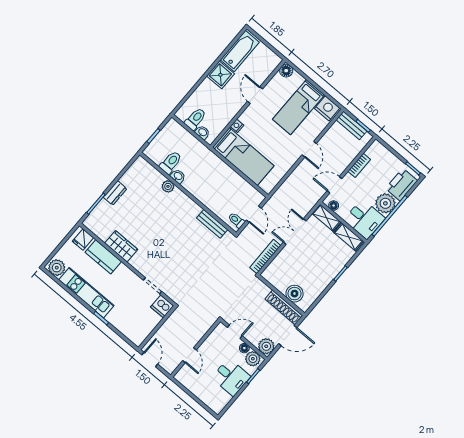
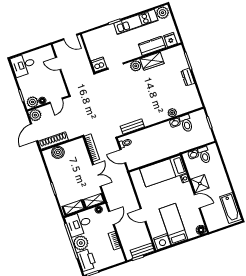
shower: (220, 75) -> (200, 184), moved
plant: (138, 262) -> (136, 66), added
desk: (231, 377) -> (23, 65), moved

